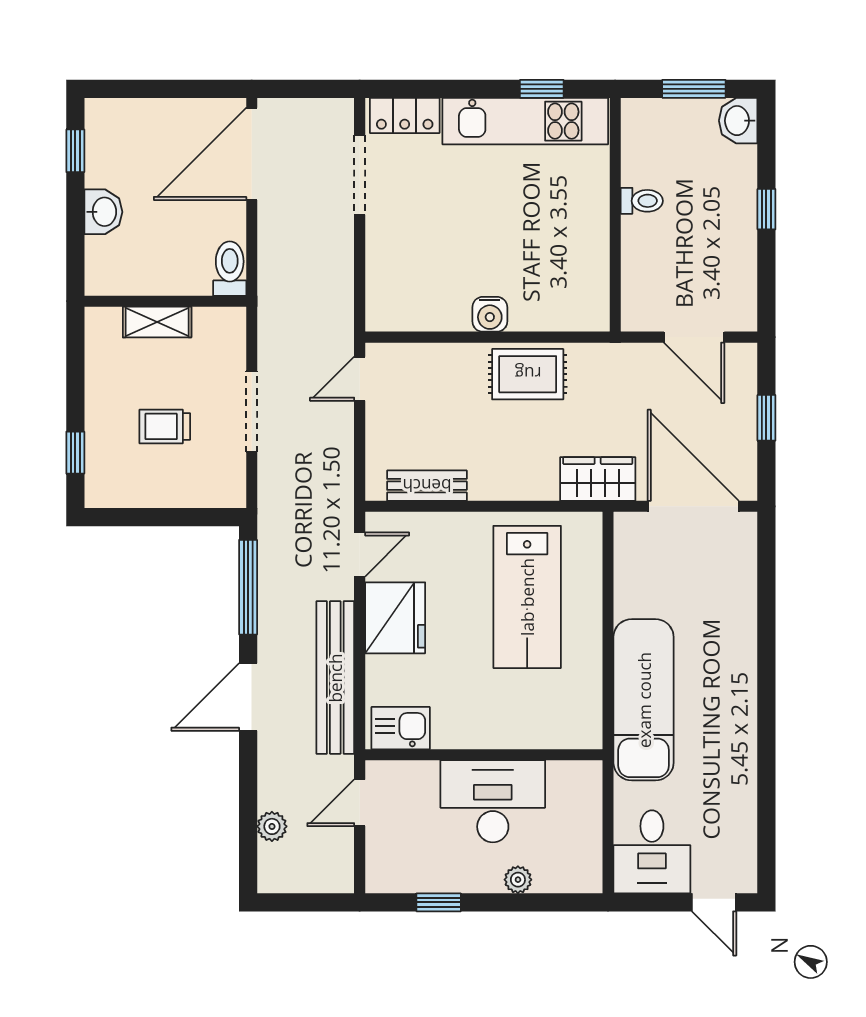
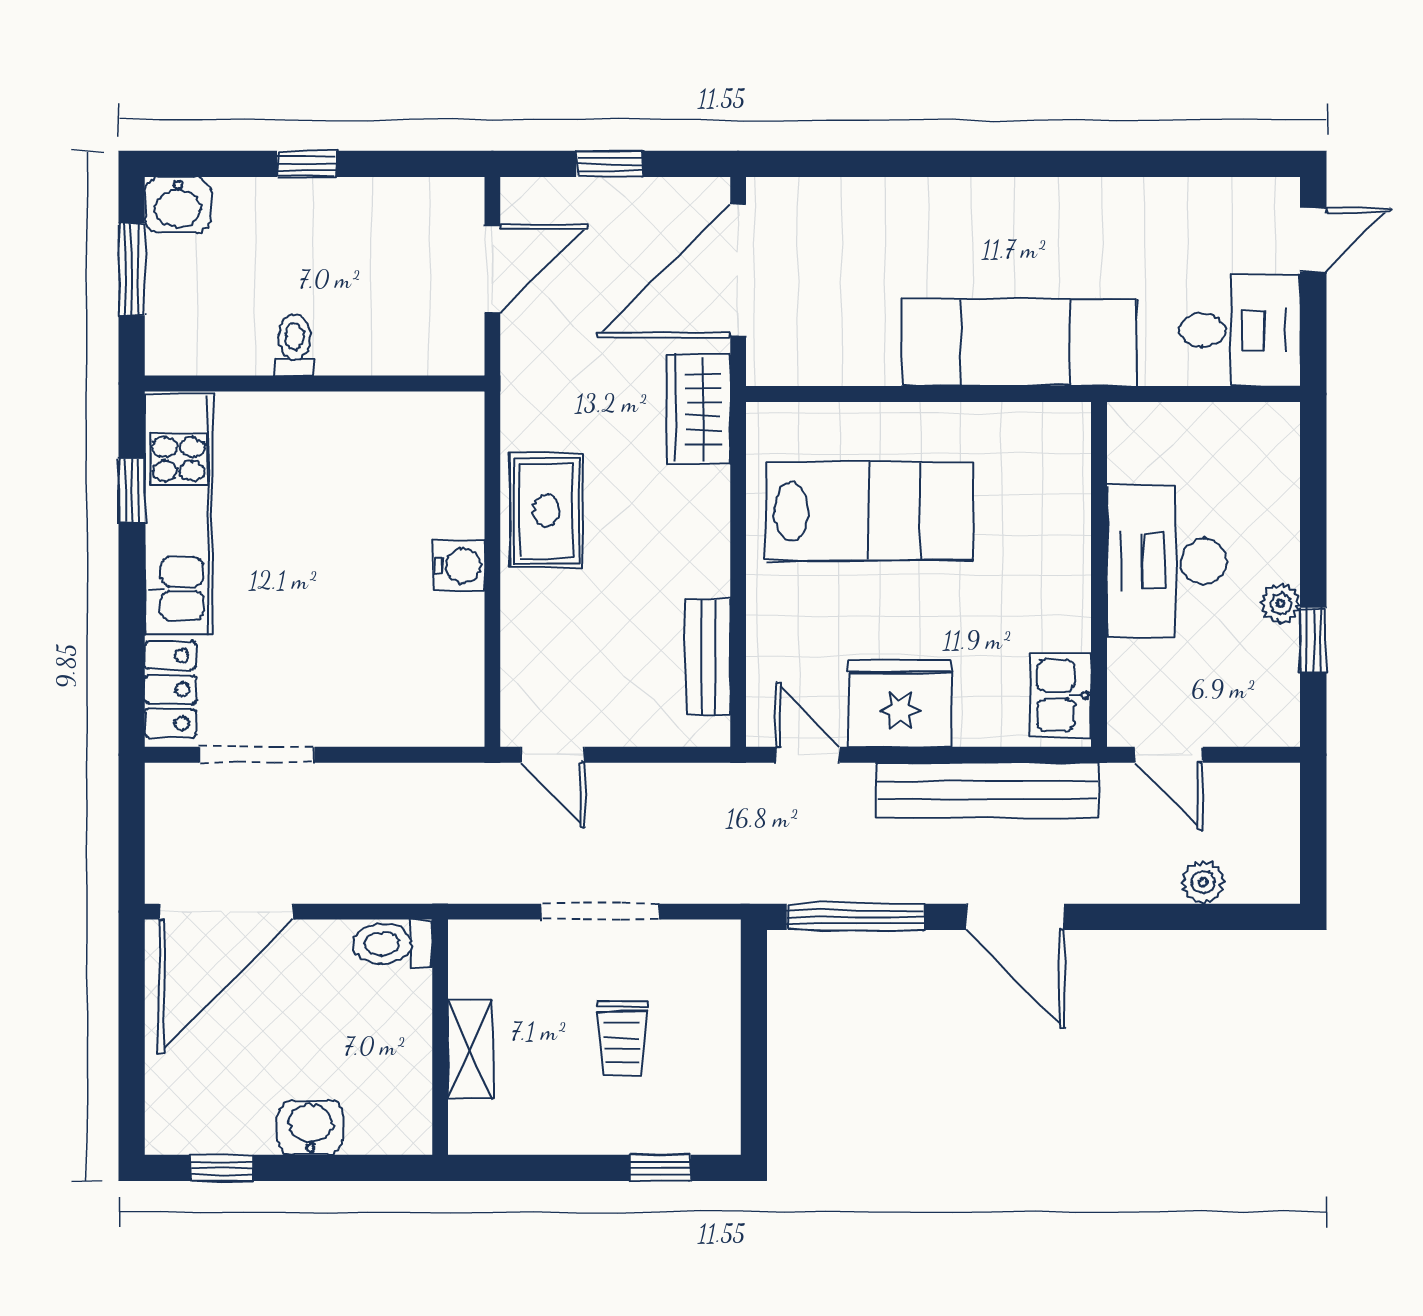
door: (252, 154) -> (226, 912), hinge flipped
plant: (518, 880) -> (1280, 604), moved

